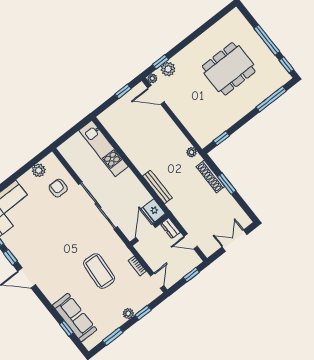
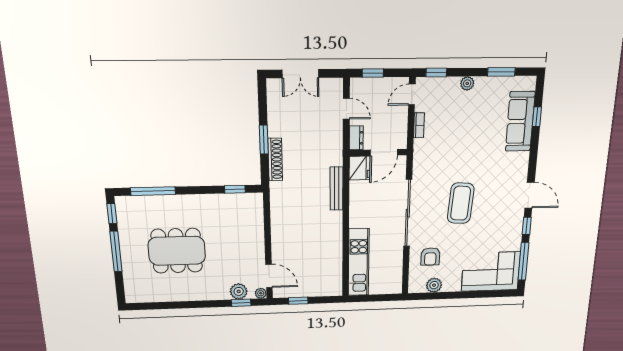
plant: (192, 152) -> (276, 198), removed
coffee table: (99, 271) -> (461, 203), moved
window: (143, 313) -> (436, 72), moved

